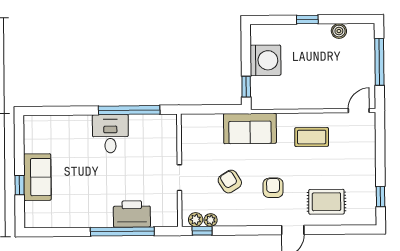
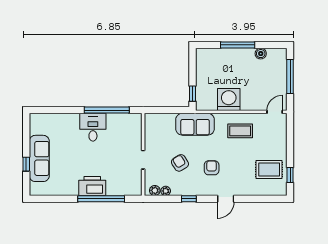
window: (307, 20) -> (238, 45), width x2.17
washing machine: (265, 60) -> (229, 99), moved, turned -90
sofa: (37, 177) -> (39, 158), width x1.36
rug: (326, 202) -> (269, 170), moved
printer: (132, 214) -> (92, 186), moved
window: (202, 231) -> (189, 199), moved

